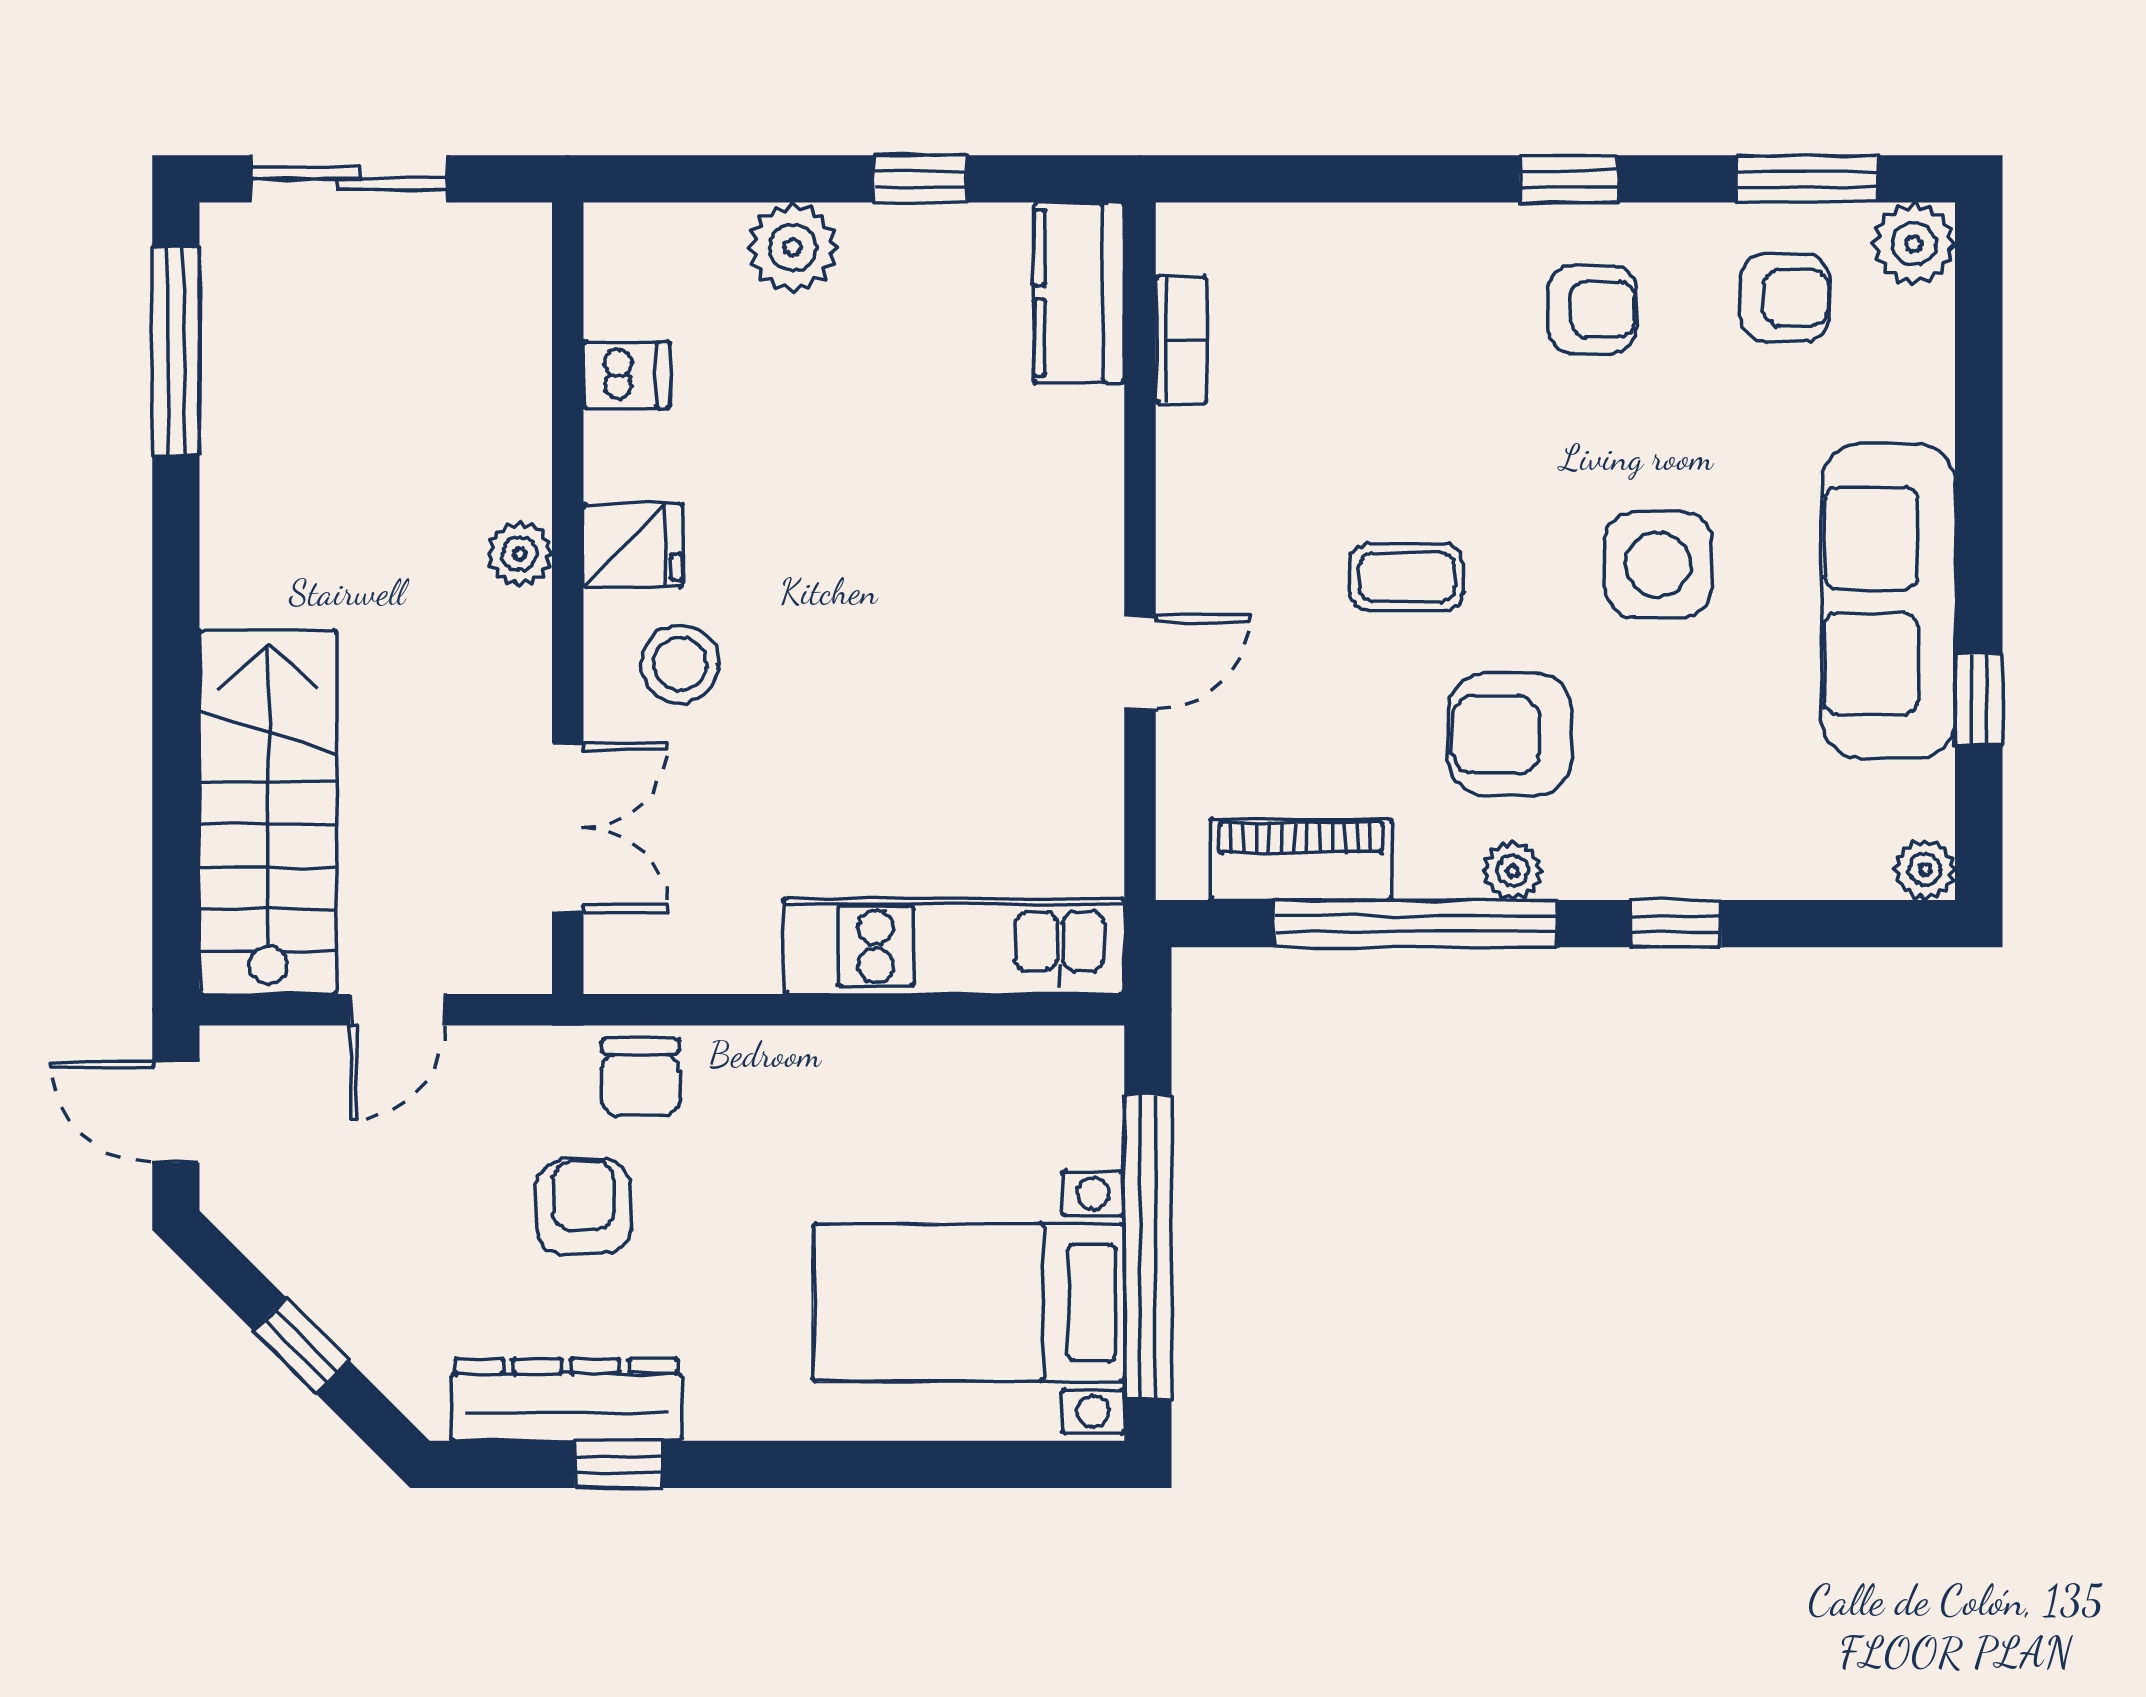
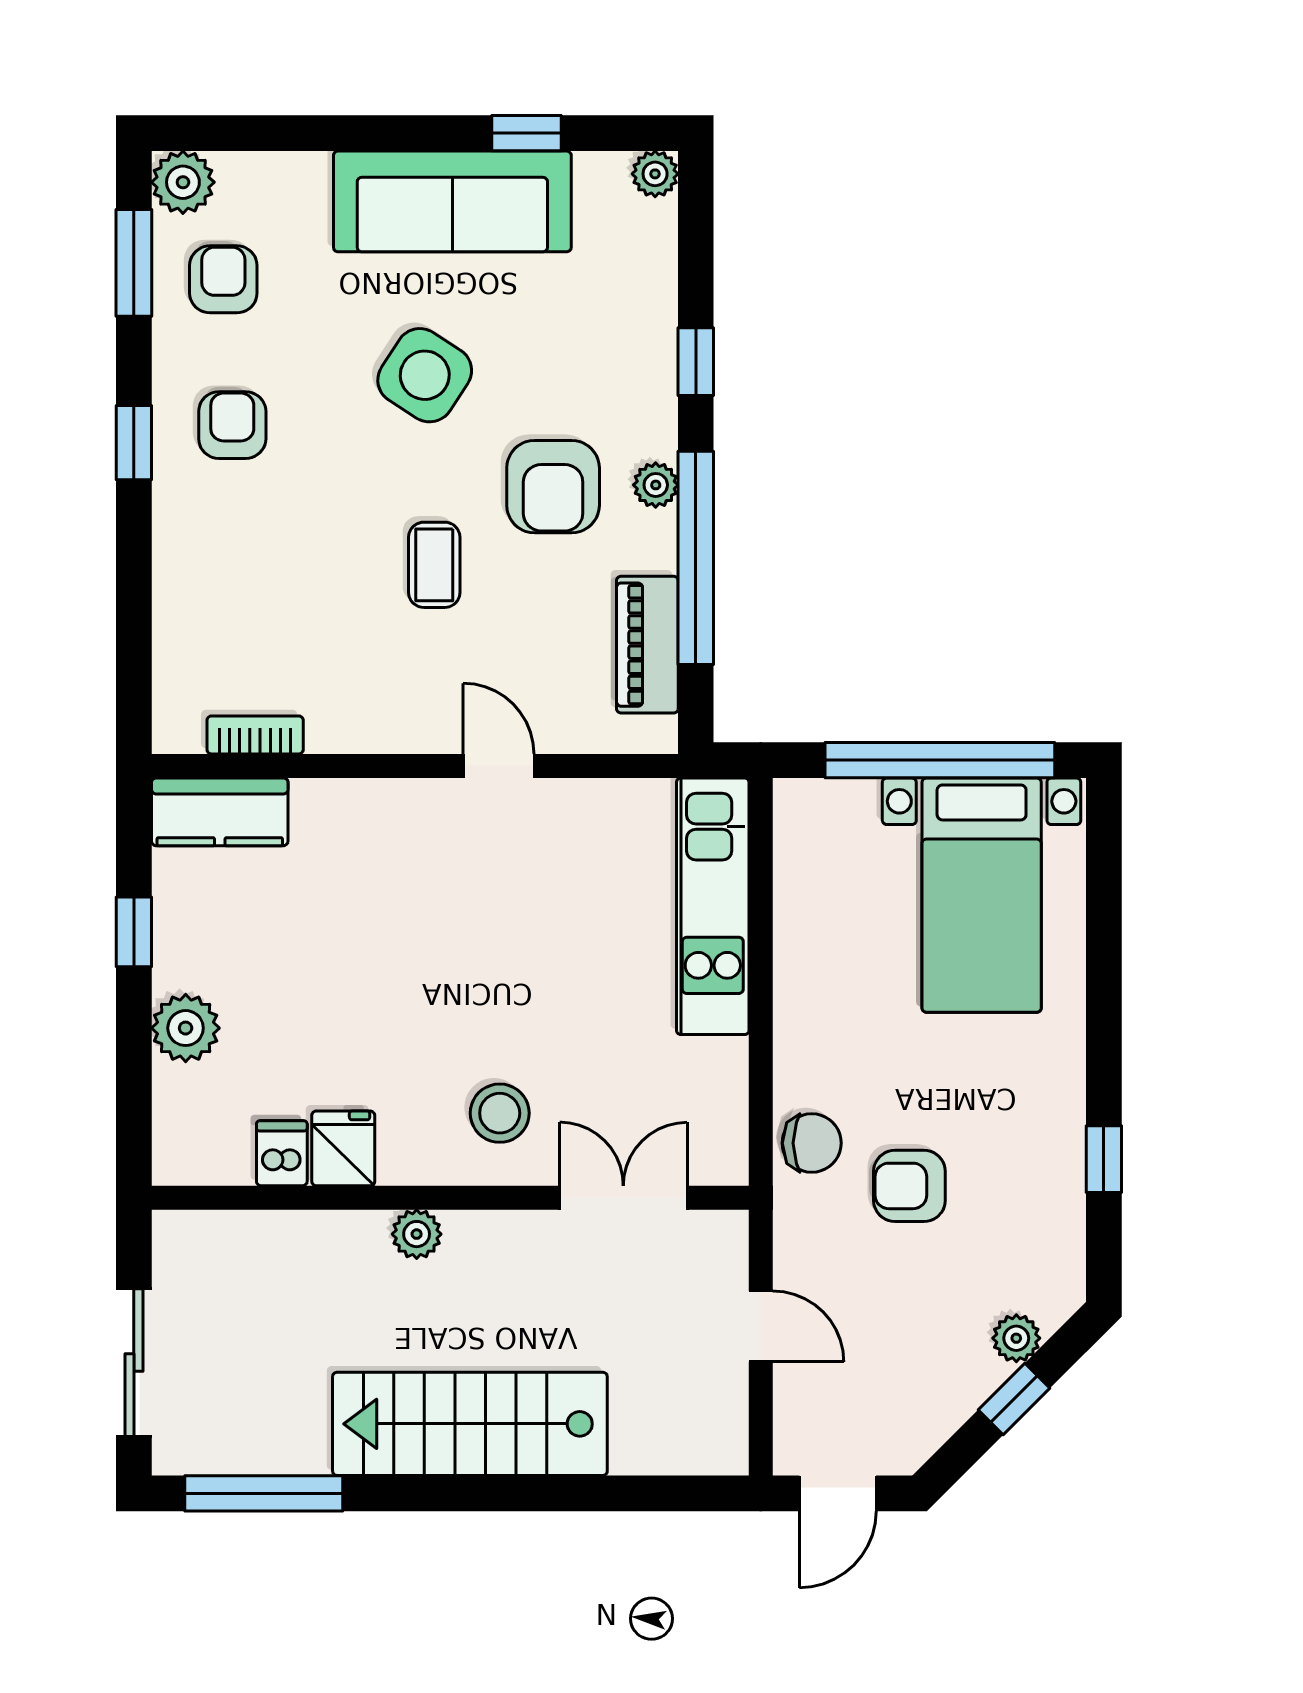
fridge: (633, 545) -> (343, 1148), moved
side table: (1658, 564) -> (425, 375), turned 33
stairs: (268, 812) -> (470, 1424), moved
plant: (382, 1348) -> (1016, 1338), added
dresser: (566, 1400) -> (1055, 1199), removed

